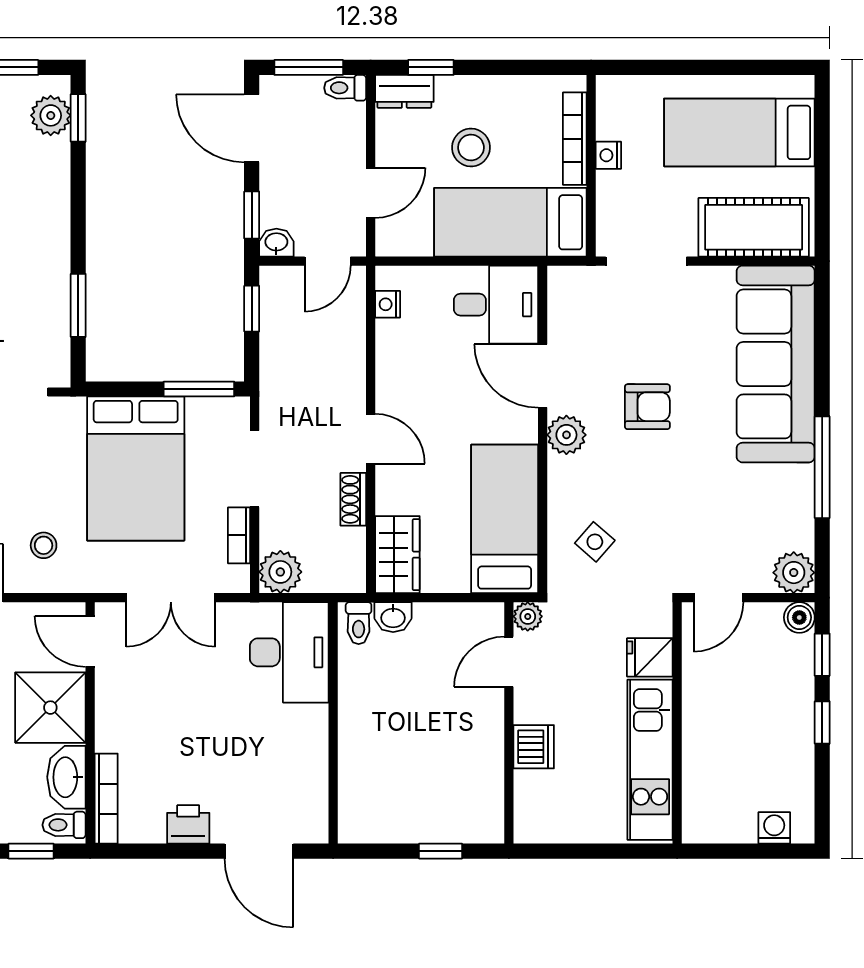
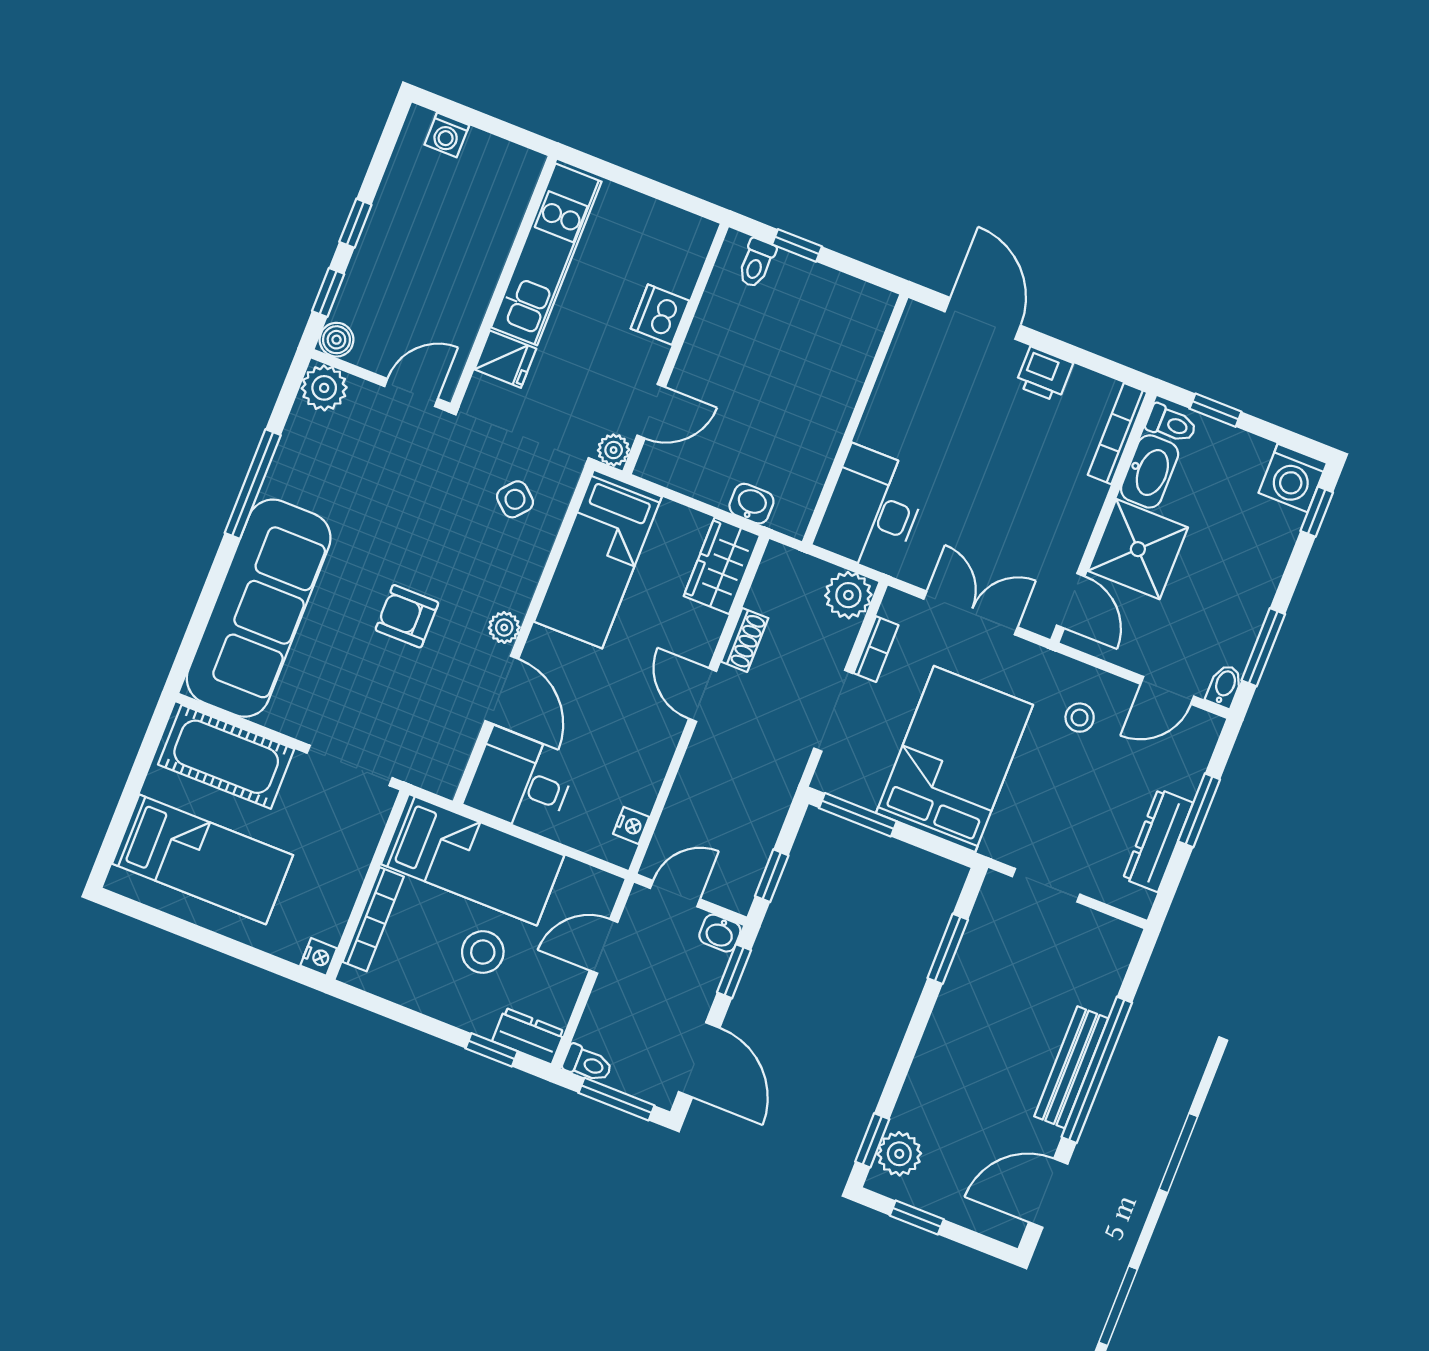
nightstand: (608, 155) -> (319, 957), moved
plant: (566, 435) -> (504, 628), width x0.73, depth x0.73
toilet: (359, 623) -> (756, 263), moved, turned 180

